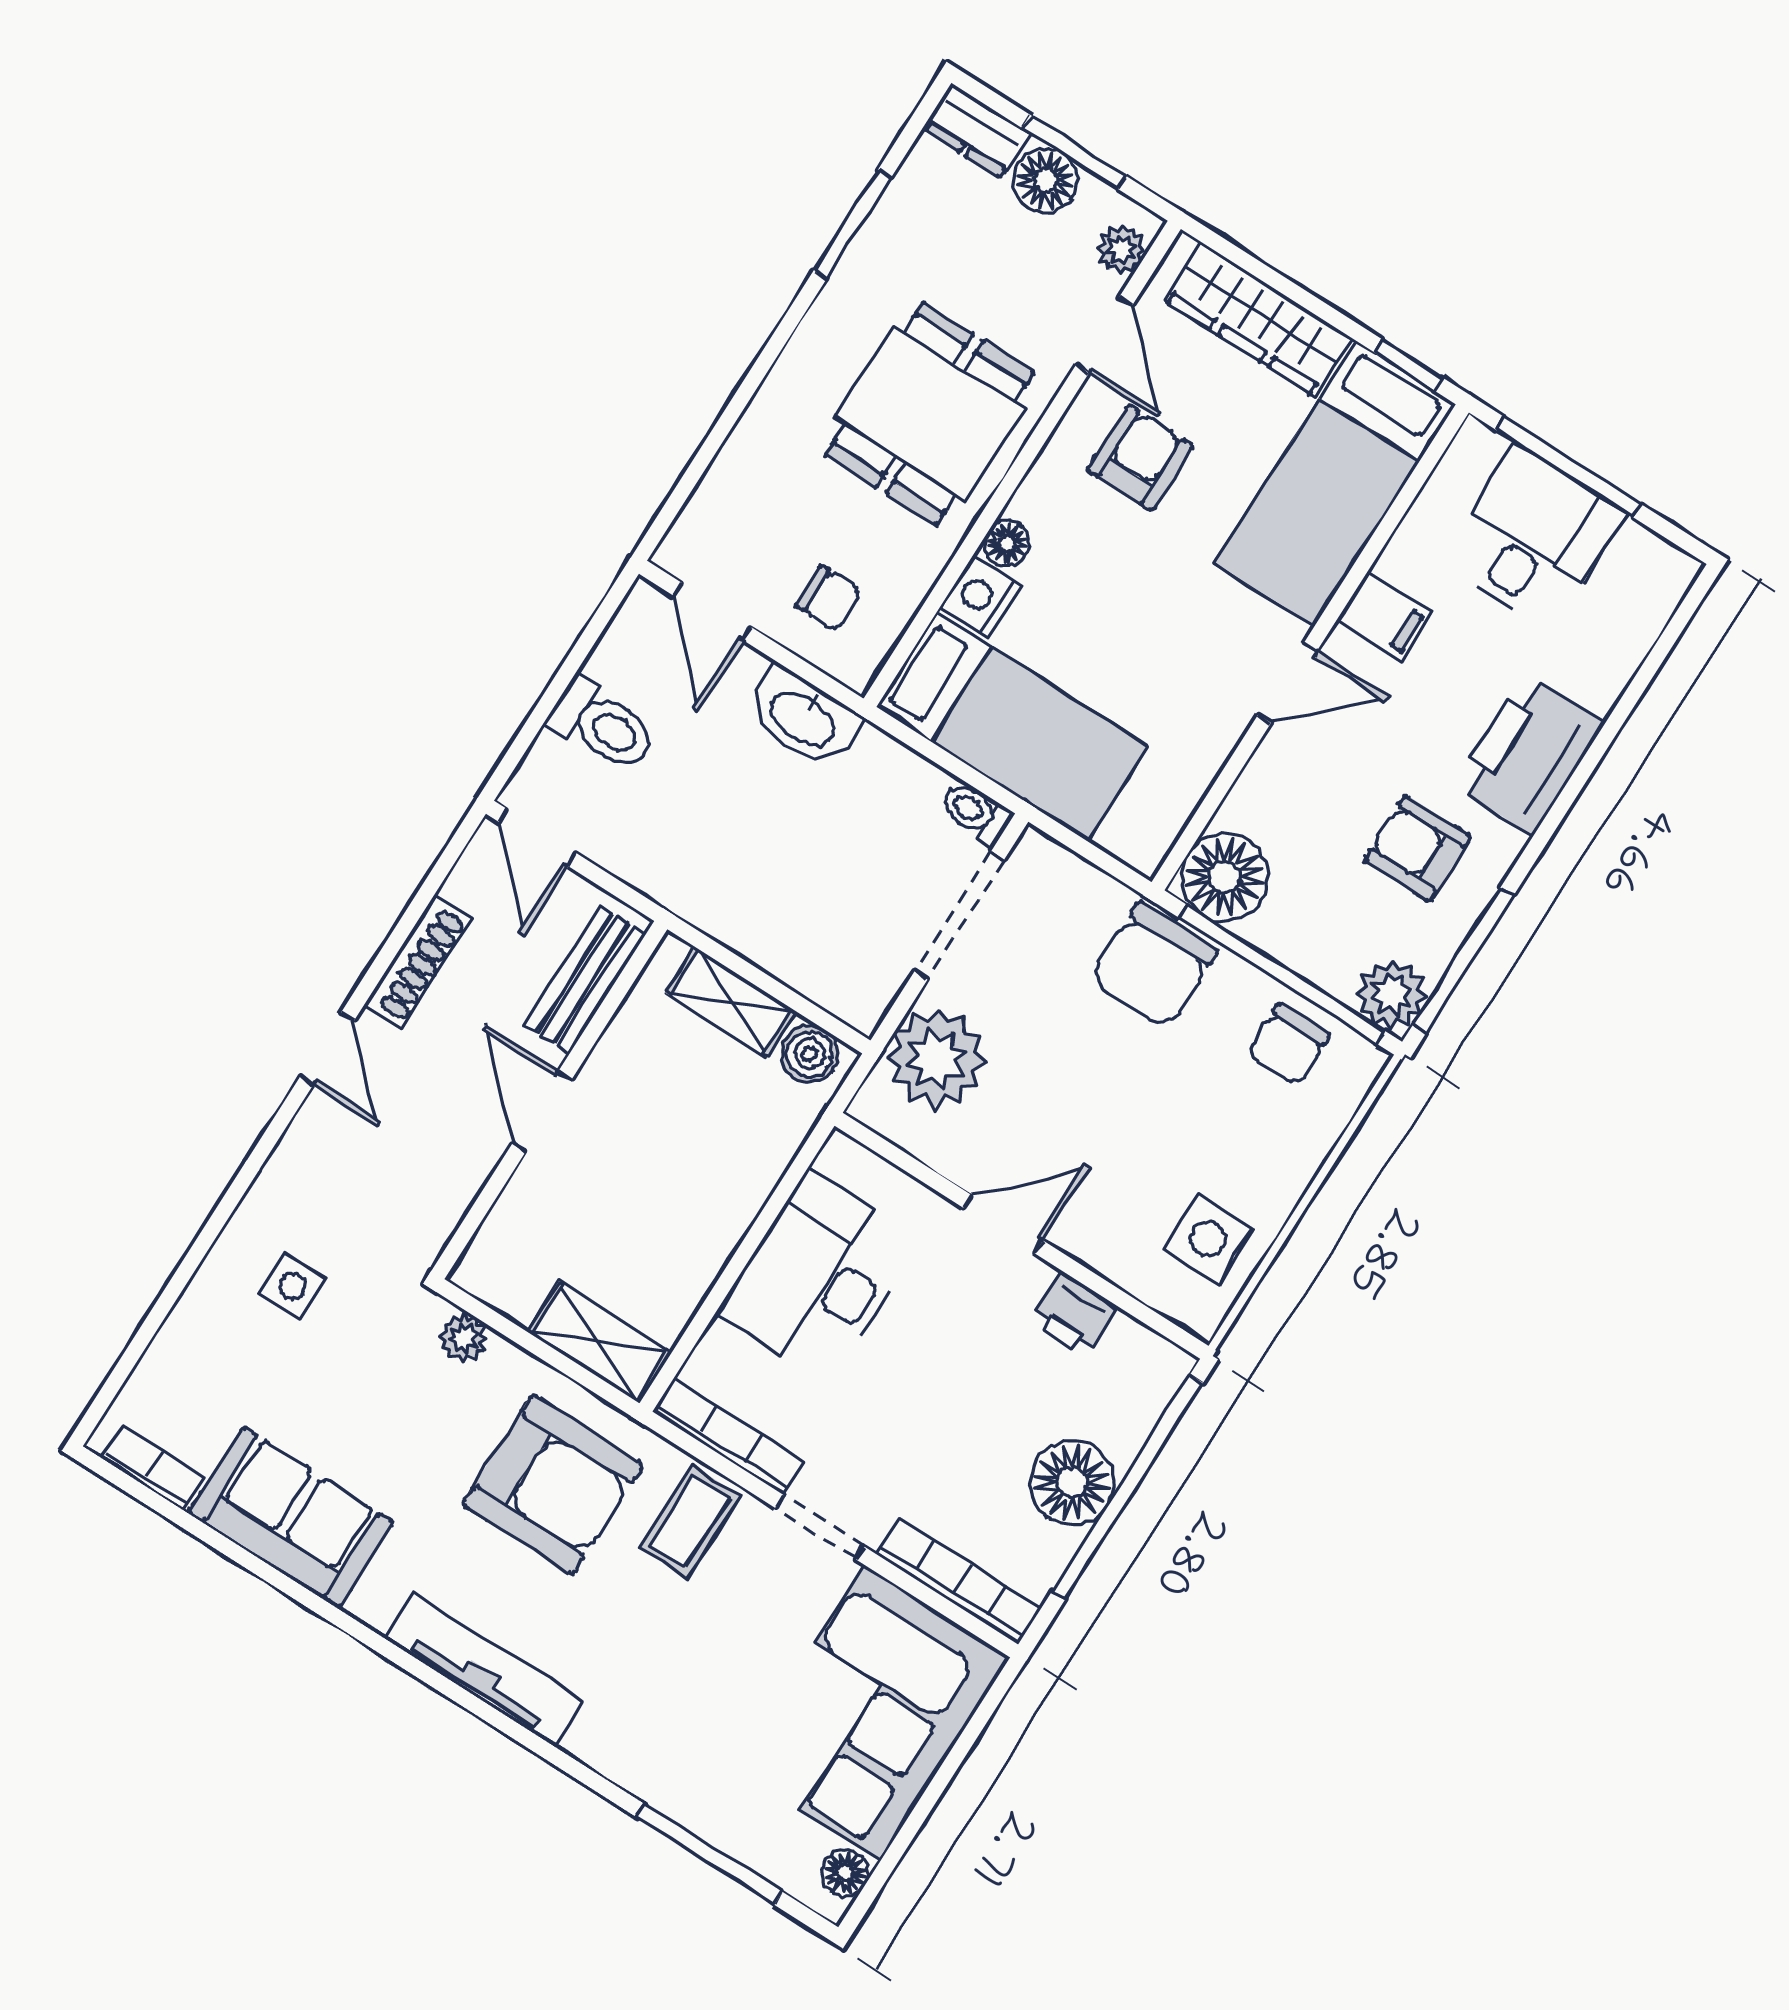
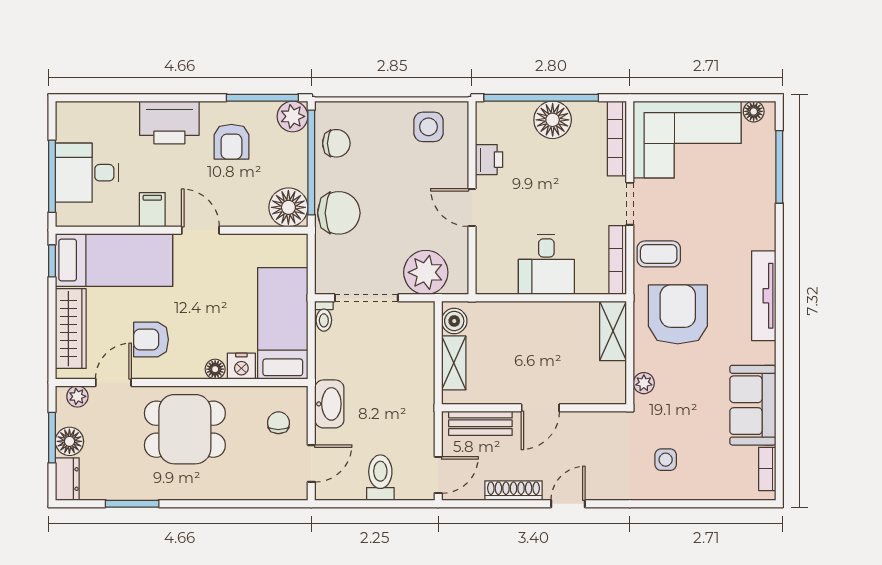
desk: (819, 1277) -> (546, 264), width x0.73

